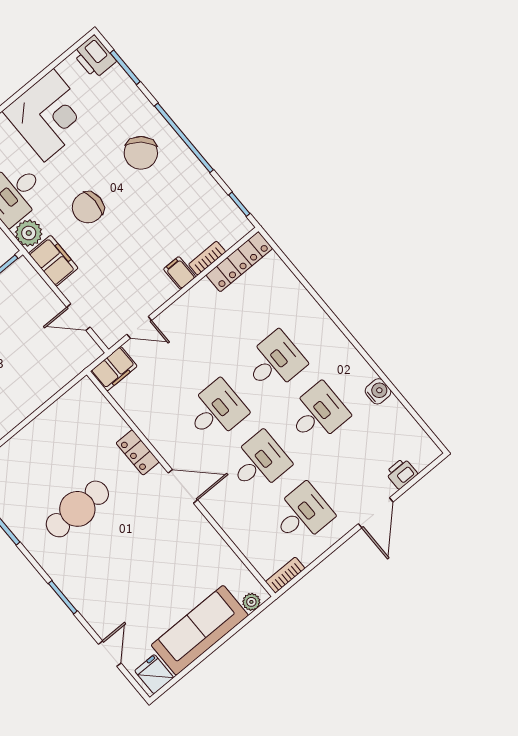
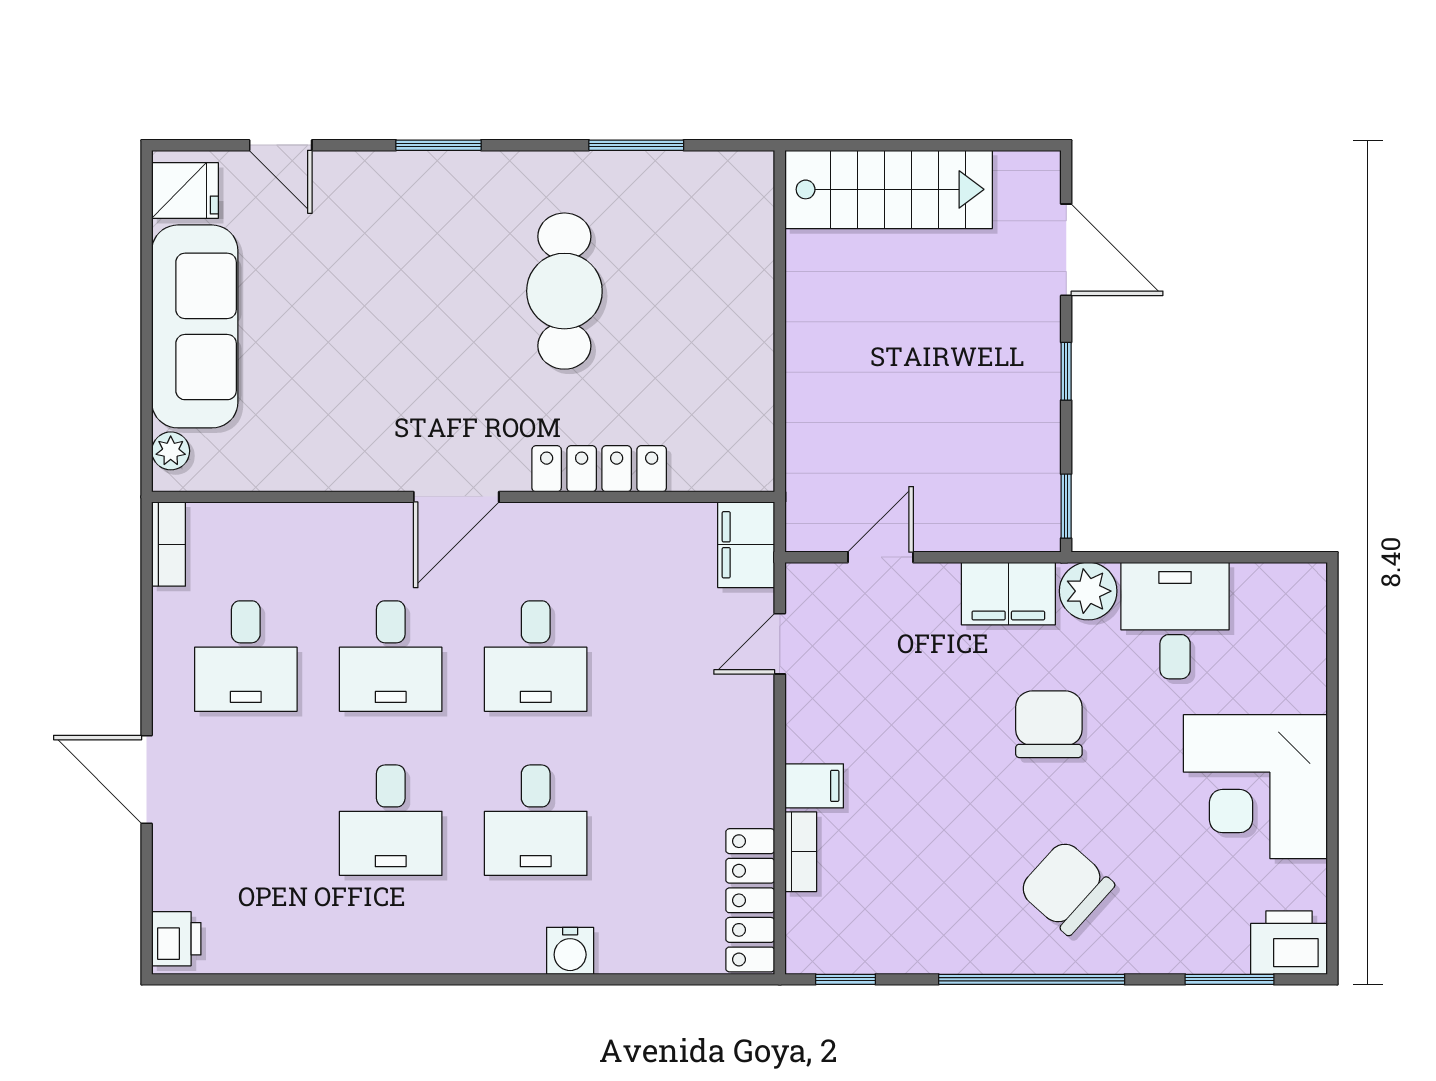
water cooler: (378, 391) -> (570, 951), moved
locker: (138, 452) -> (599, 469), width x1.53
printer: (402, 473) -> (176, 939), moved

